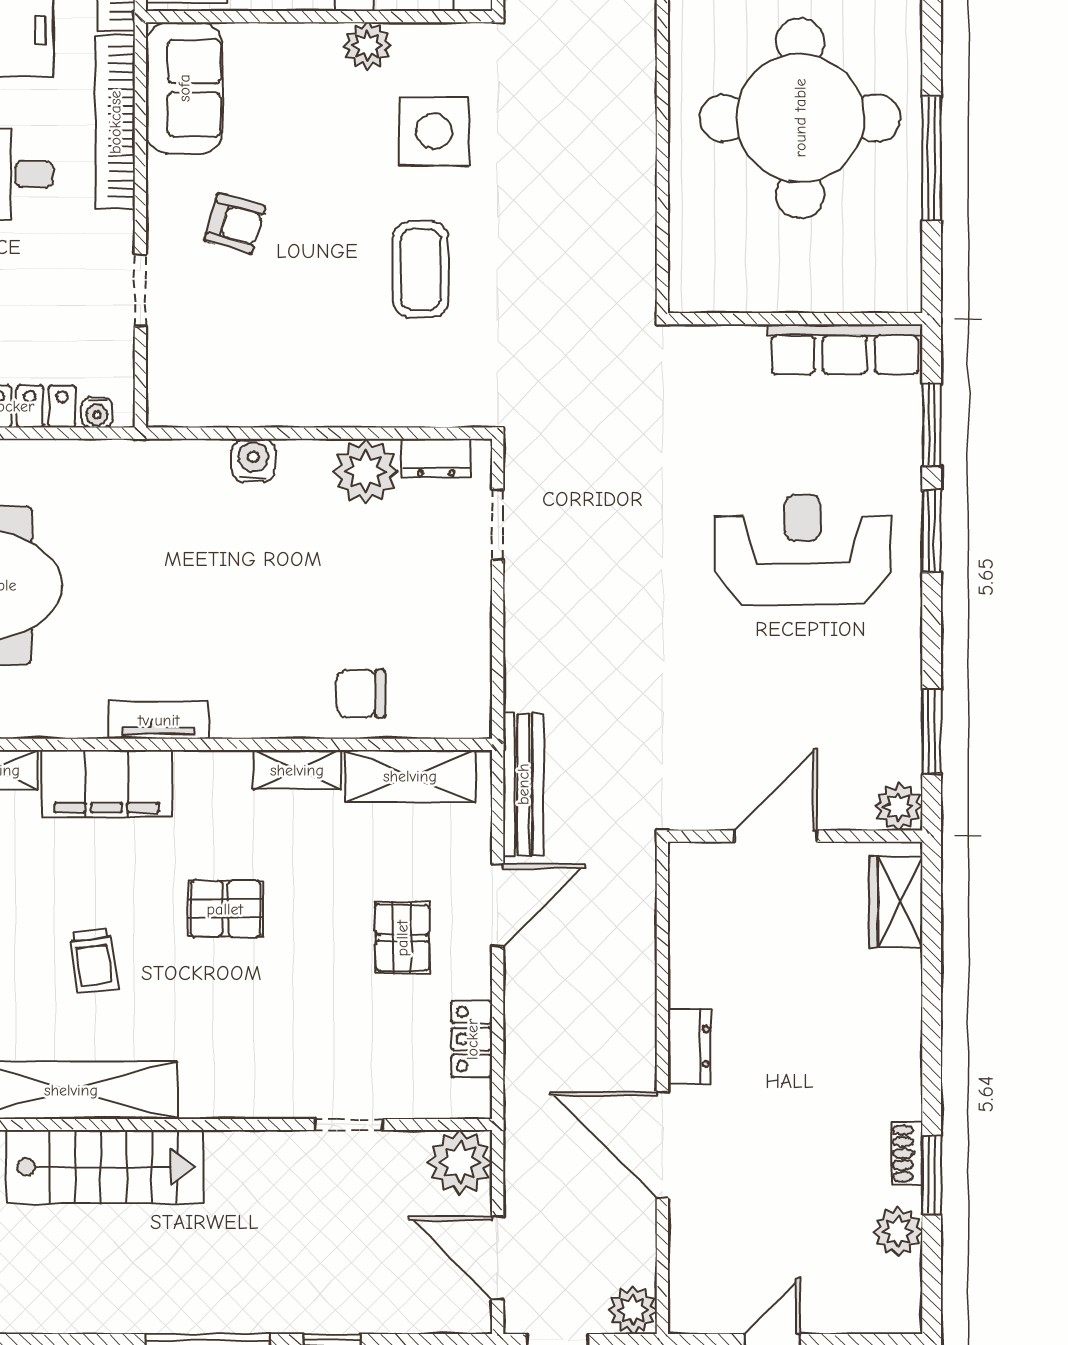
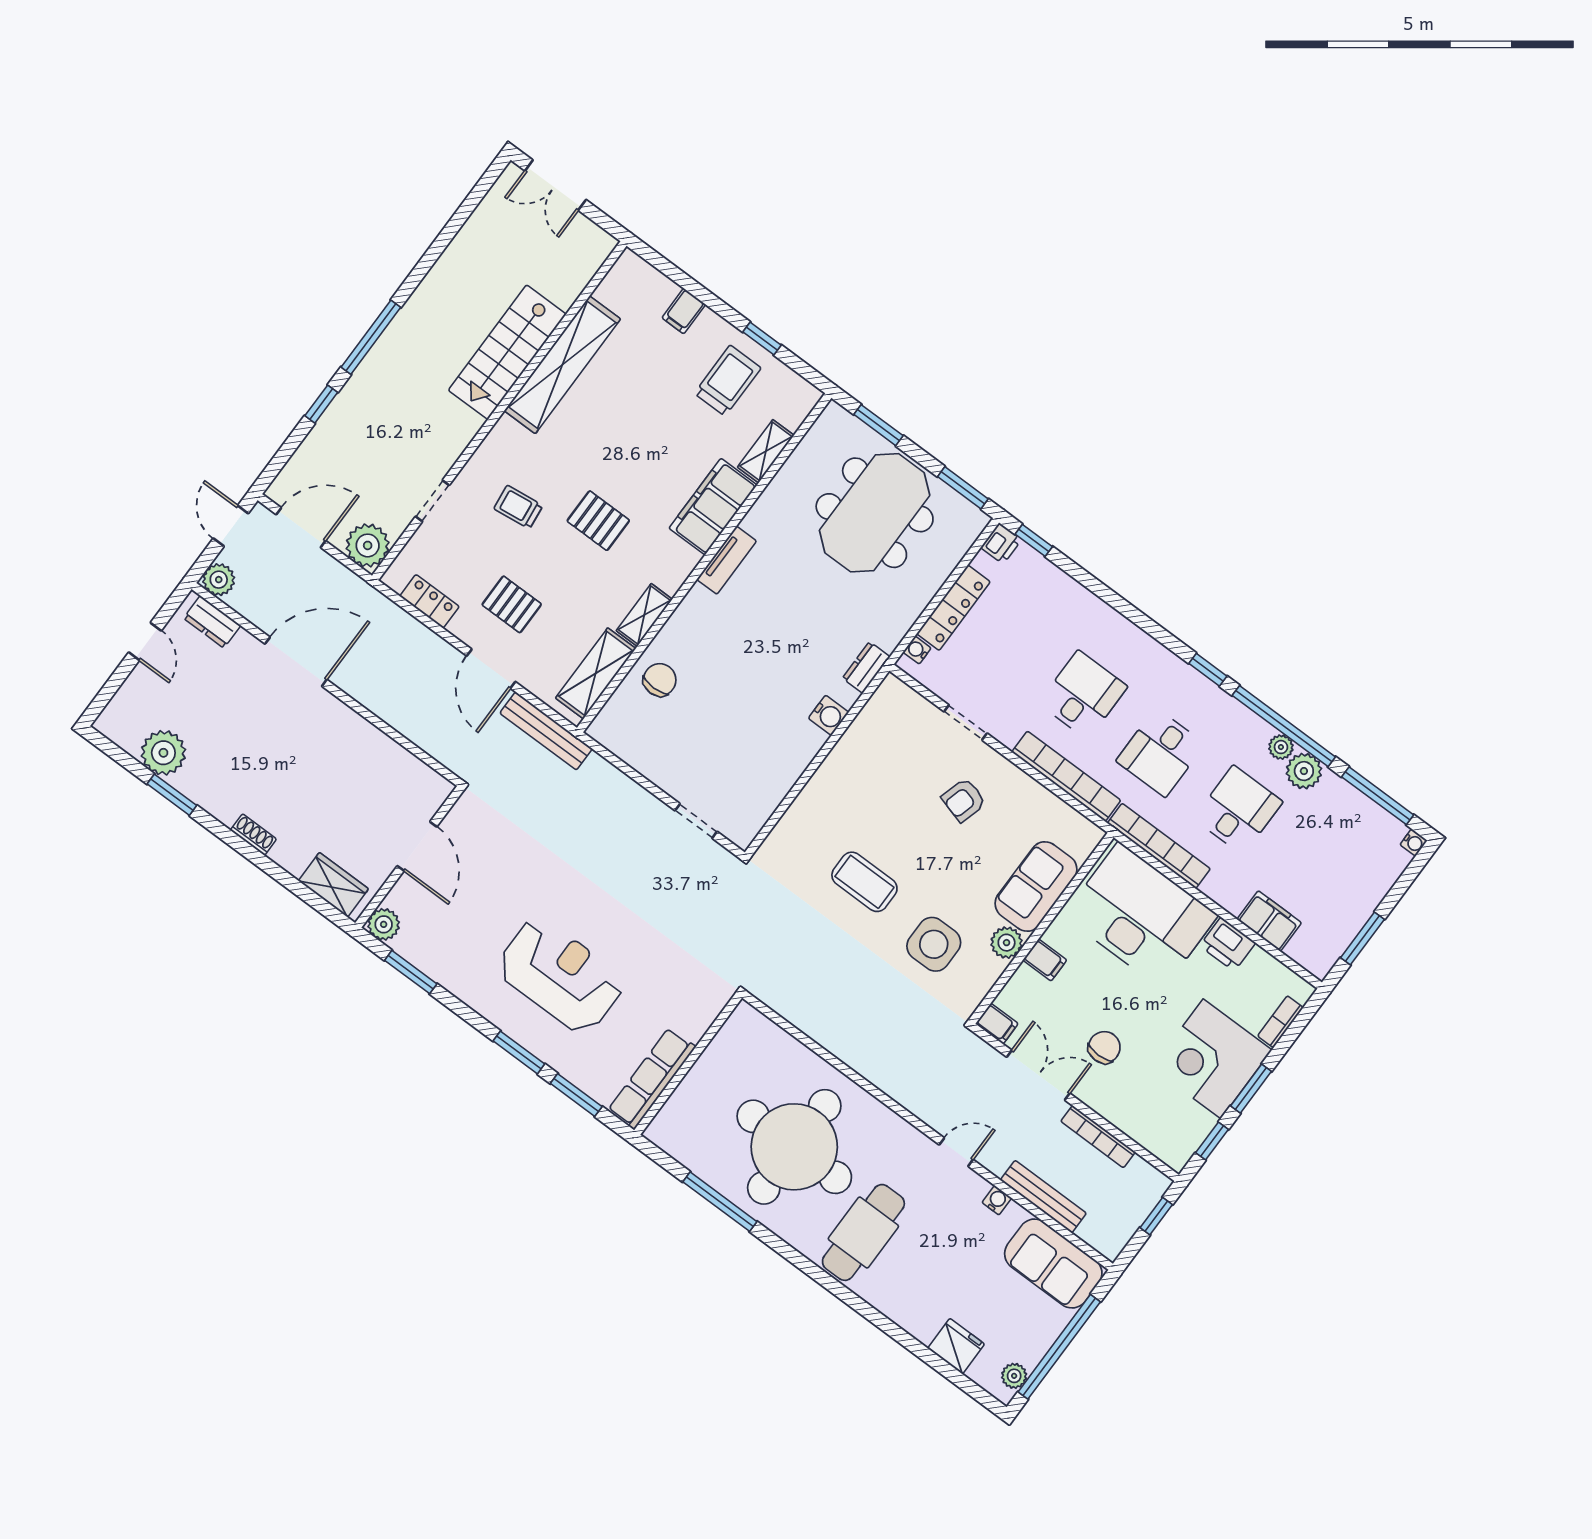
sofa: (184, 88) -> (1036, 887), moved, turned 90
dresser: (436, 458) -> (866, 667), moved
plant: (366, 471) -> (778, 771), removed
reception desk: (803, 550) -> (560, 975), turned -90
pallet: (225, 909) -> (598, 521), turned 90
trolley: (94, 961) -> (518, 507), moved
dresser: (689, 1047) -> (212, 622), moved
shoe rack: (907, 1153) -> (253, 835), moved
plant: (898, 1231) -> (163, 753), width x1.36, depth x1.36

